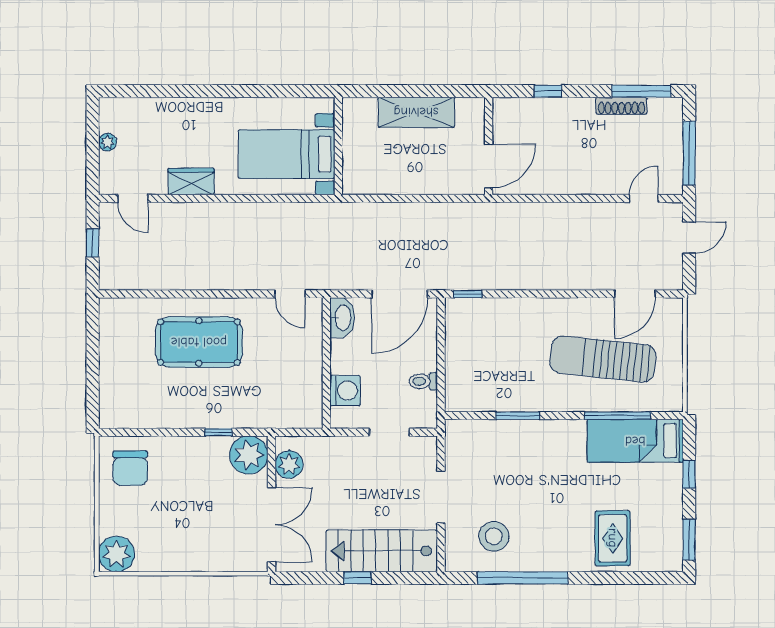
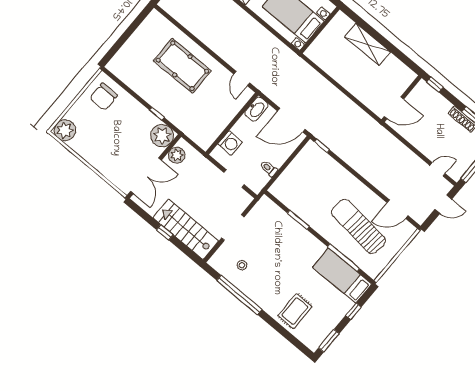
wall: (489, 146) -> (401, 99), moved
door: (489, 166) -> (394, 108), moved
stool: (494, 536) -> (242, 265), width x0.53, depth x0.53

